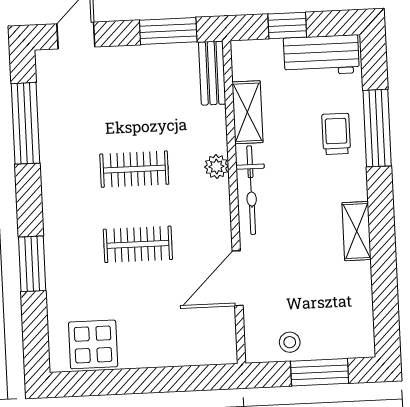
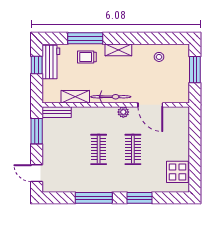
window: (287, 25) -> (37, 65), moved
window: (25, 123) -> (94, 198), moved
plant: (216, 167) -> (123, 112), moved
shelving: (357, 231) -> (118, 50), moved
stool: (290, 342) -> (159, 57), moved

